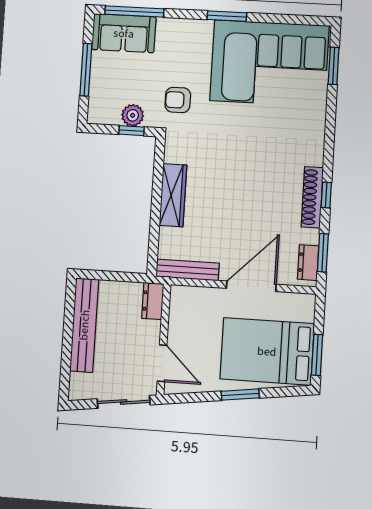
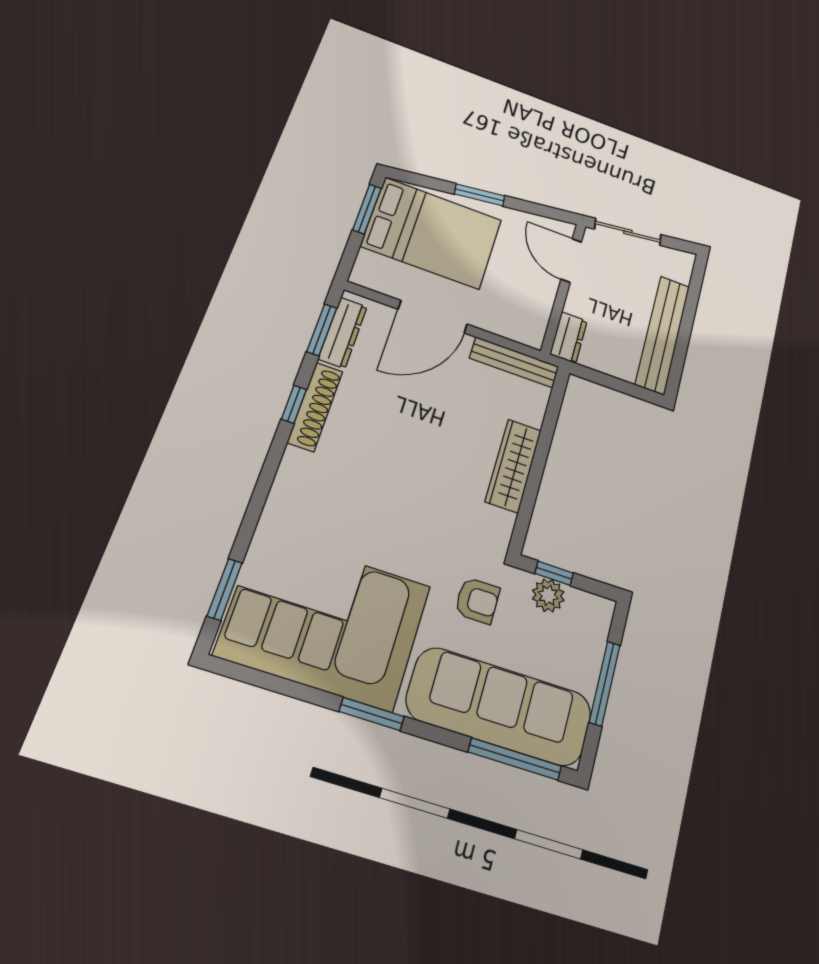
sofa: (124, 33) -> (500, 707), width x1.85, depth x1.27
dresser: (308, 263) -> (343, 333), width x1.44

